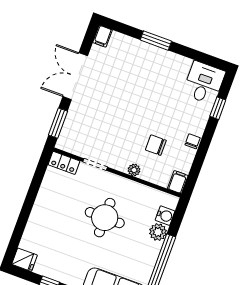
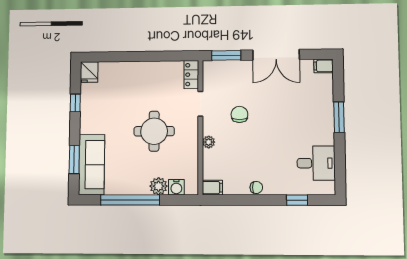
double door: (75, 76) -> (276, 55), swing flipped
desk: (204, 83) -> (316, 163), moved
chair: (156, 145) -> (239, 114), moved

